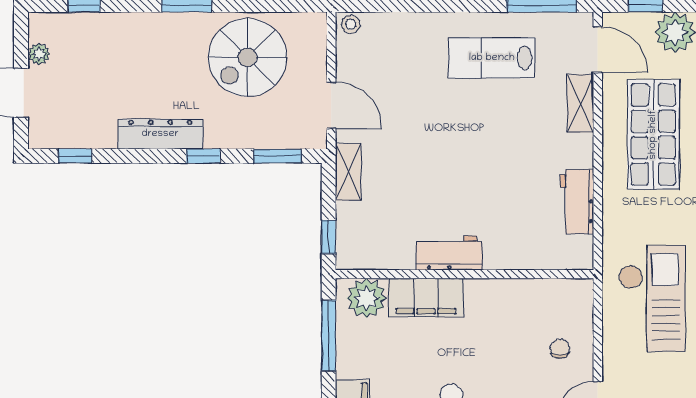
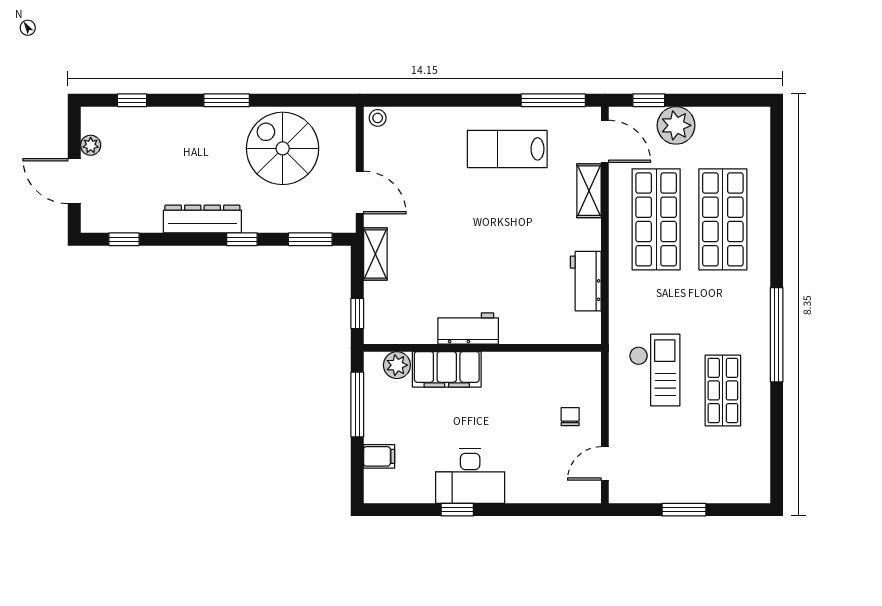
spiral stairs: (247, 57) -> (283, 148), turned 90
plant: (366, 298) -> (397, 365), width x0.73, depth x0.73
checkout: (652, 298) -> (655, 370), width x0.73, depth x0.83

